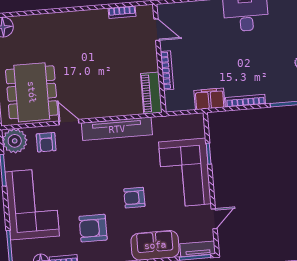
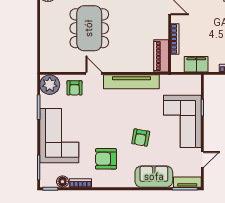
dining table: (32, 92) -> (89, 28), moved
filing cabinet: (210, 99) -> (196, 64), moved
armchair: (134, 198) -> (141, 138), turned -80

